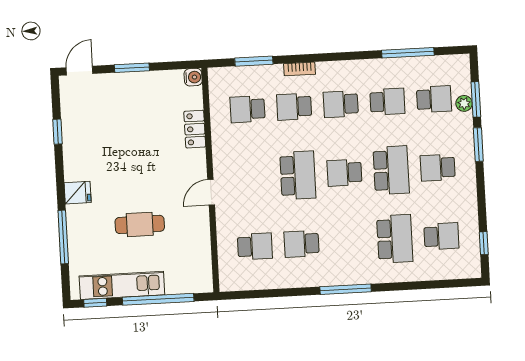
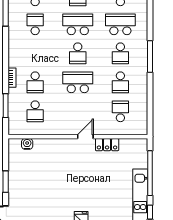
water cooler: (193, 77) -> (27, 144), moved
school desk: (341, 104) -> (120, 53), moved
locker: (195, 129) -> (107, 145), moved
door: (211, 192) -> (85, 137), swing flipped
cafe table: (140, 224) -> (103, 182), removed

